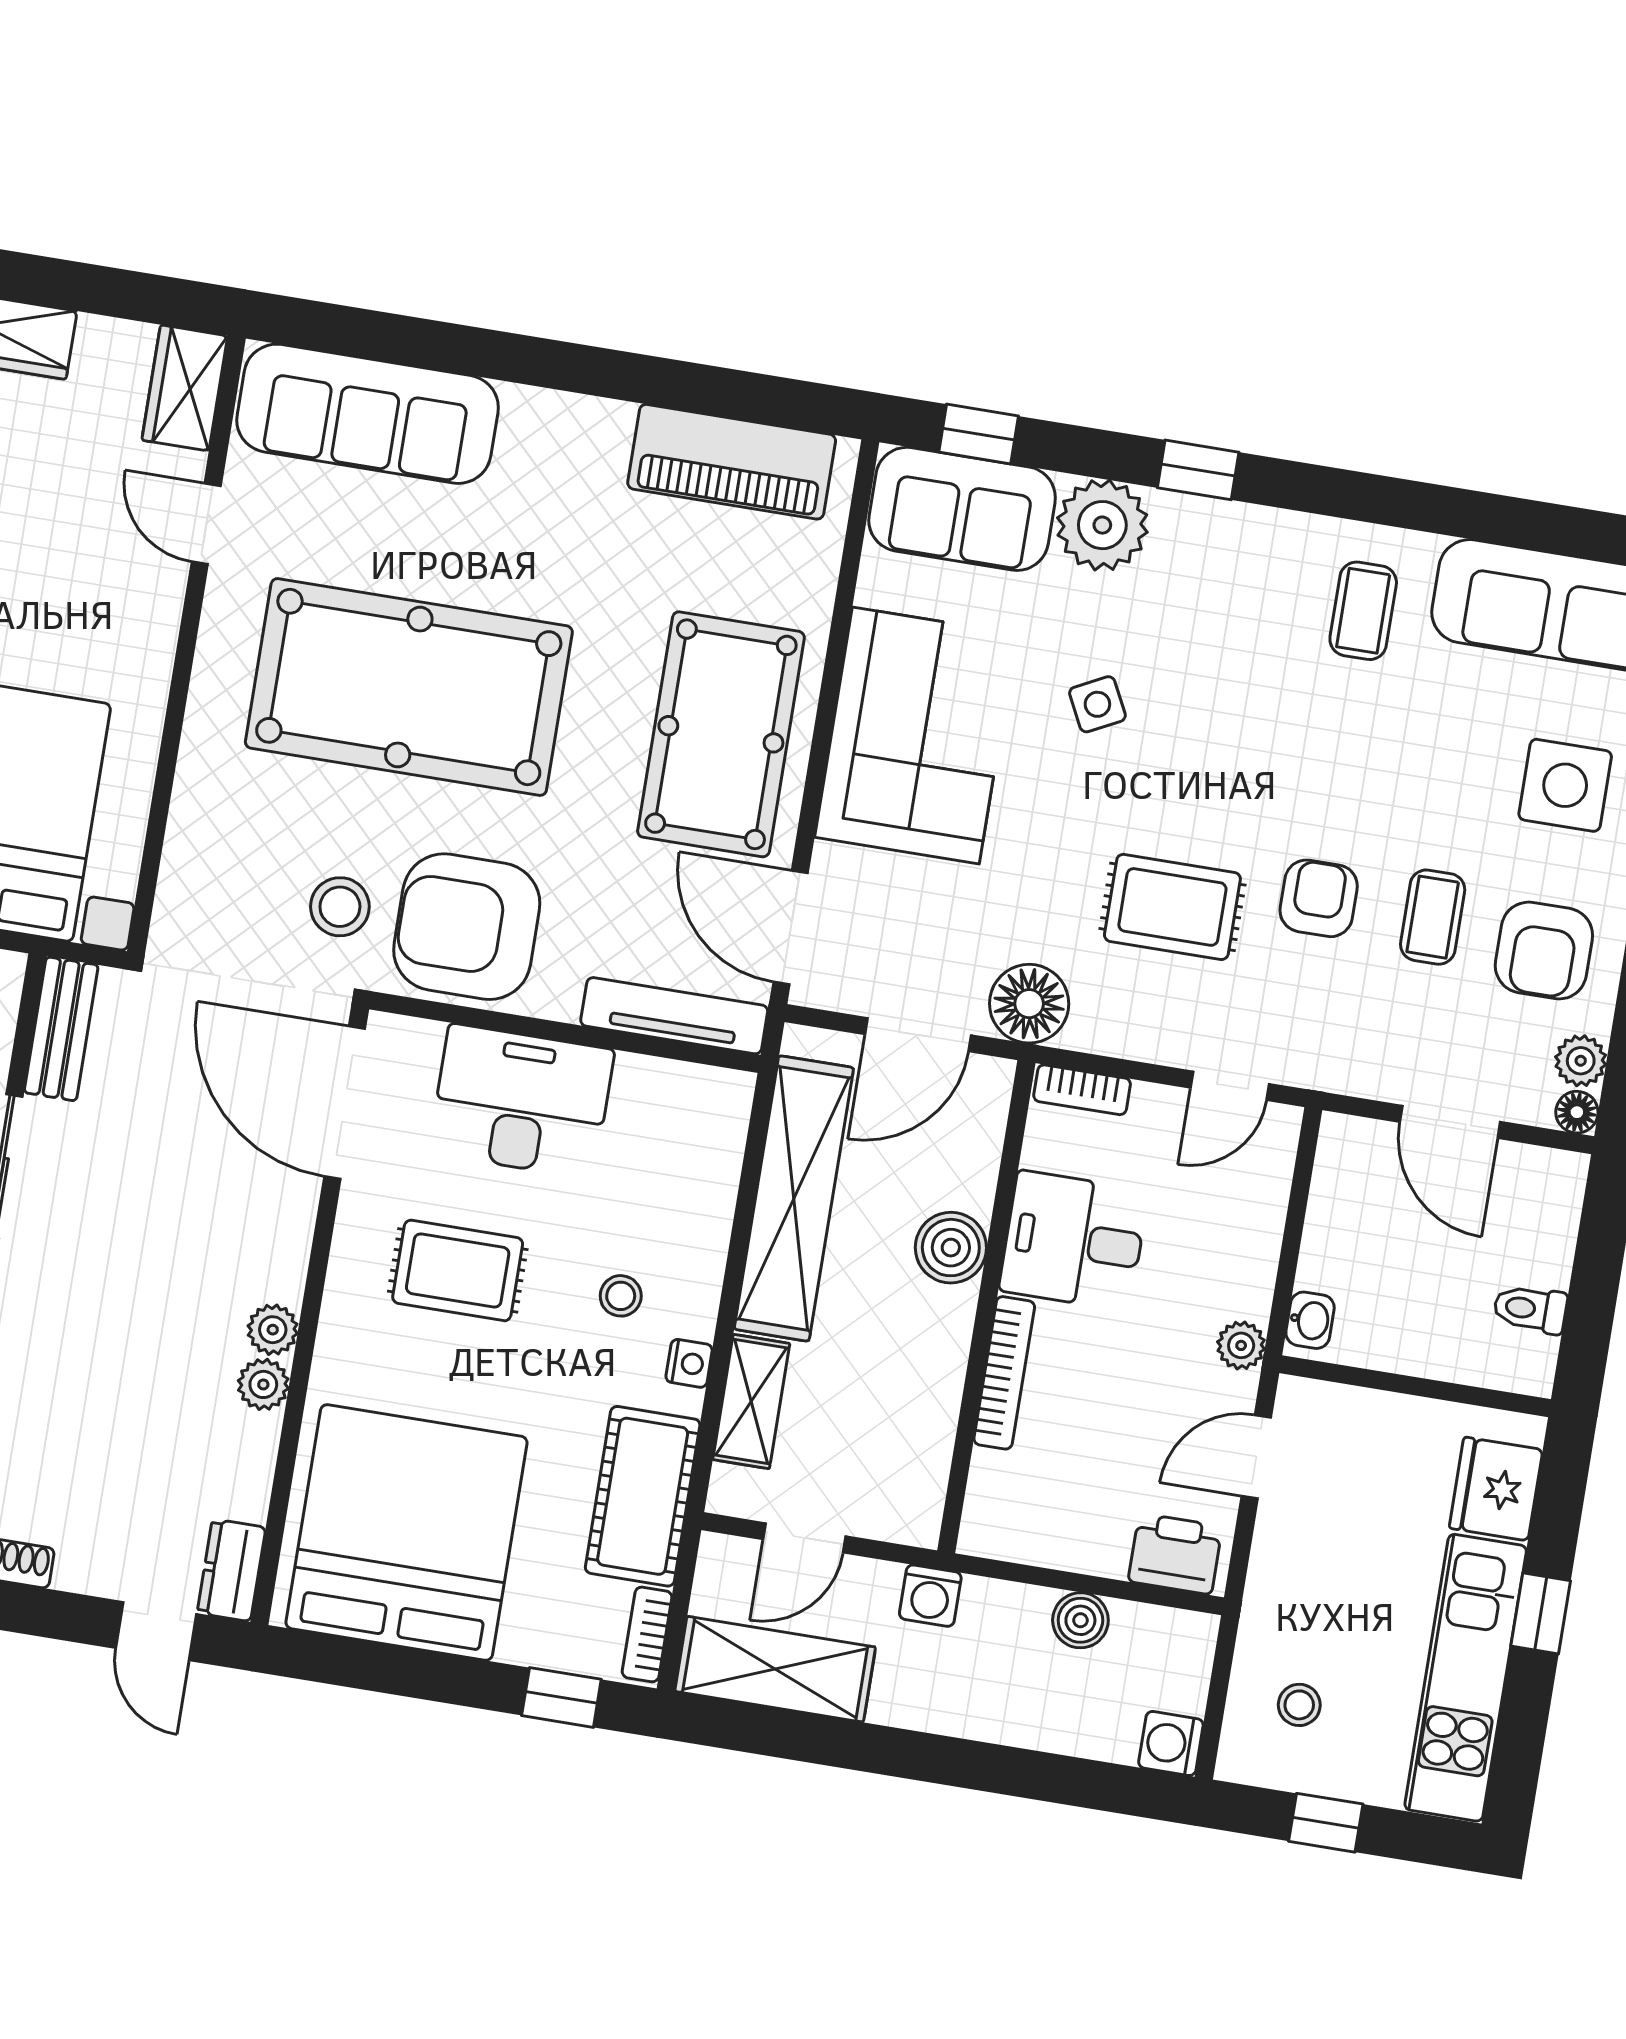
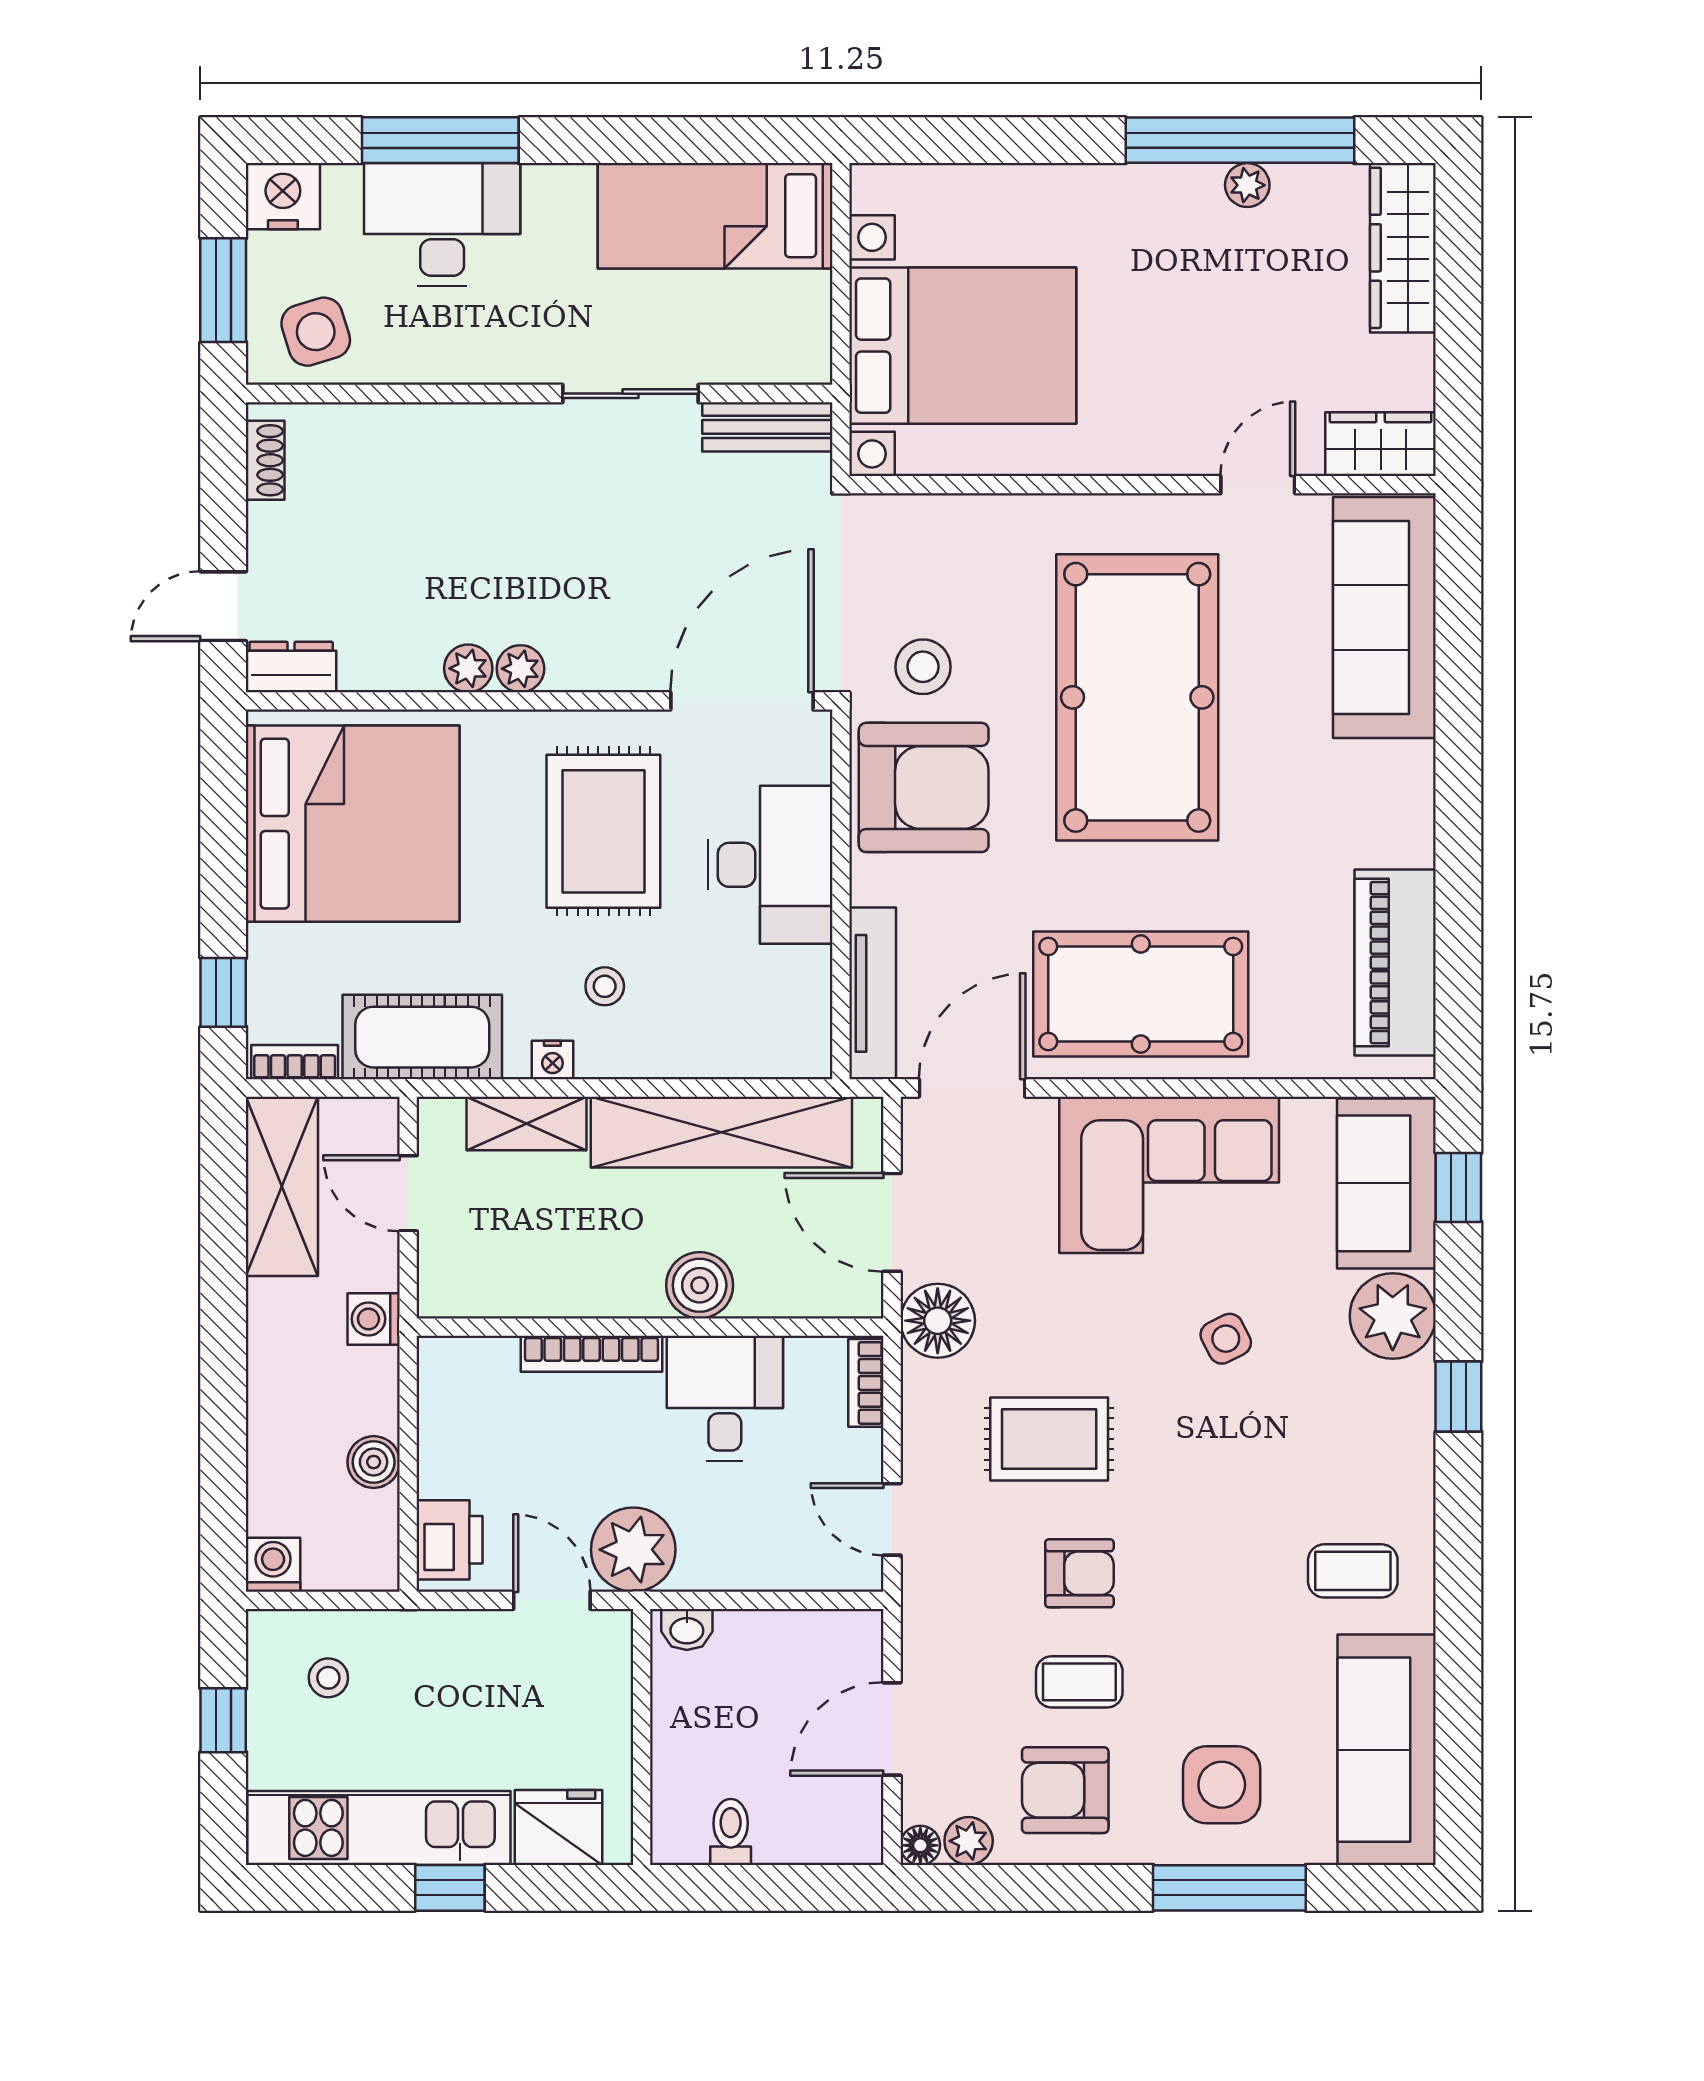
rug: (1172, 907) -> (1049, 1439), turned 90
armchair: (467, 927) -> (924, 787), turned 90
rug: (458, 1270) -> (603, 831), width x1.36, depth x1.43
plant: (1241, 1345) -> (633, 1550), width x1.87, depth x1.87

